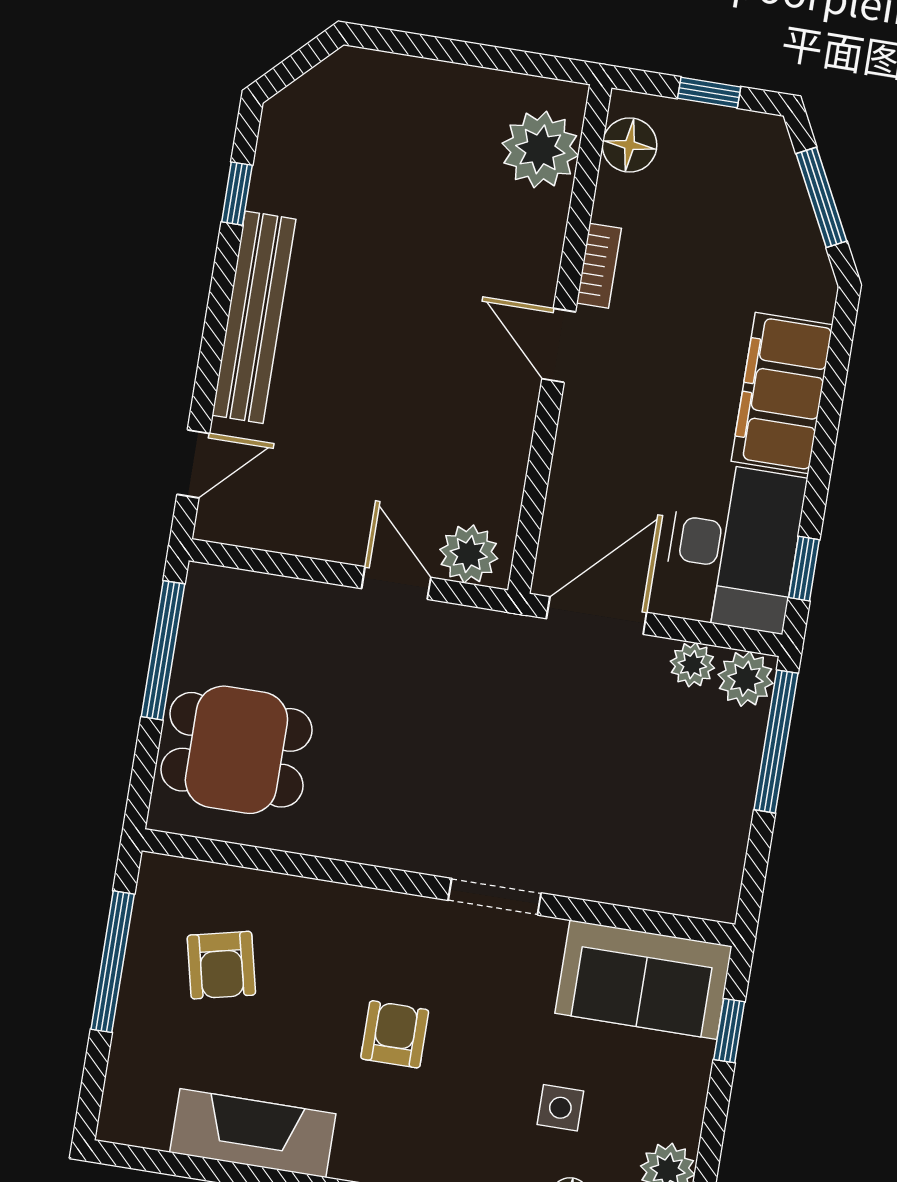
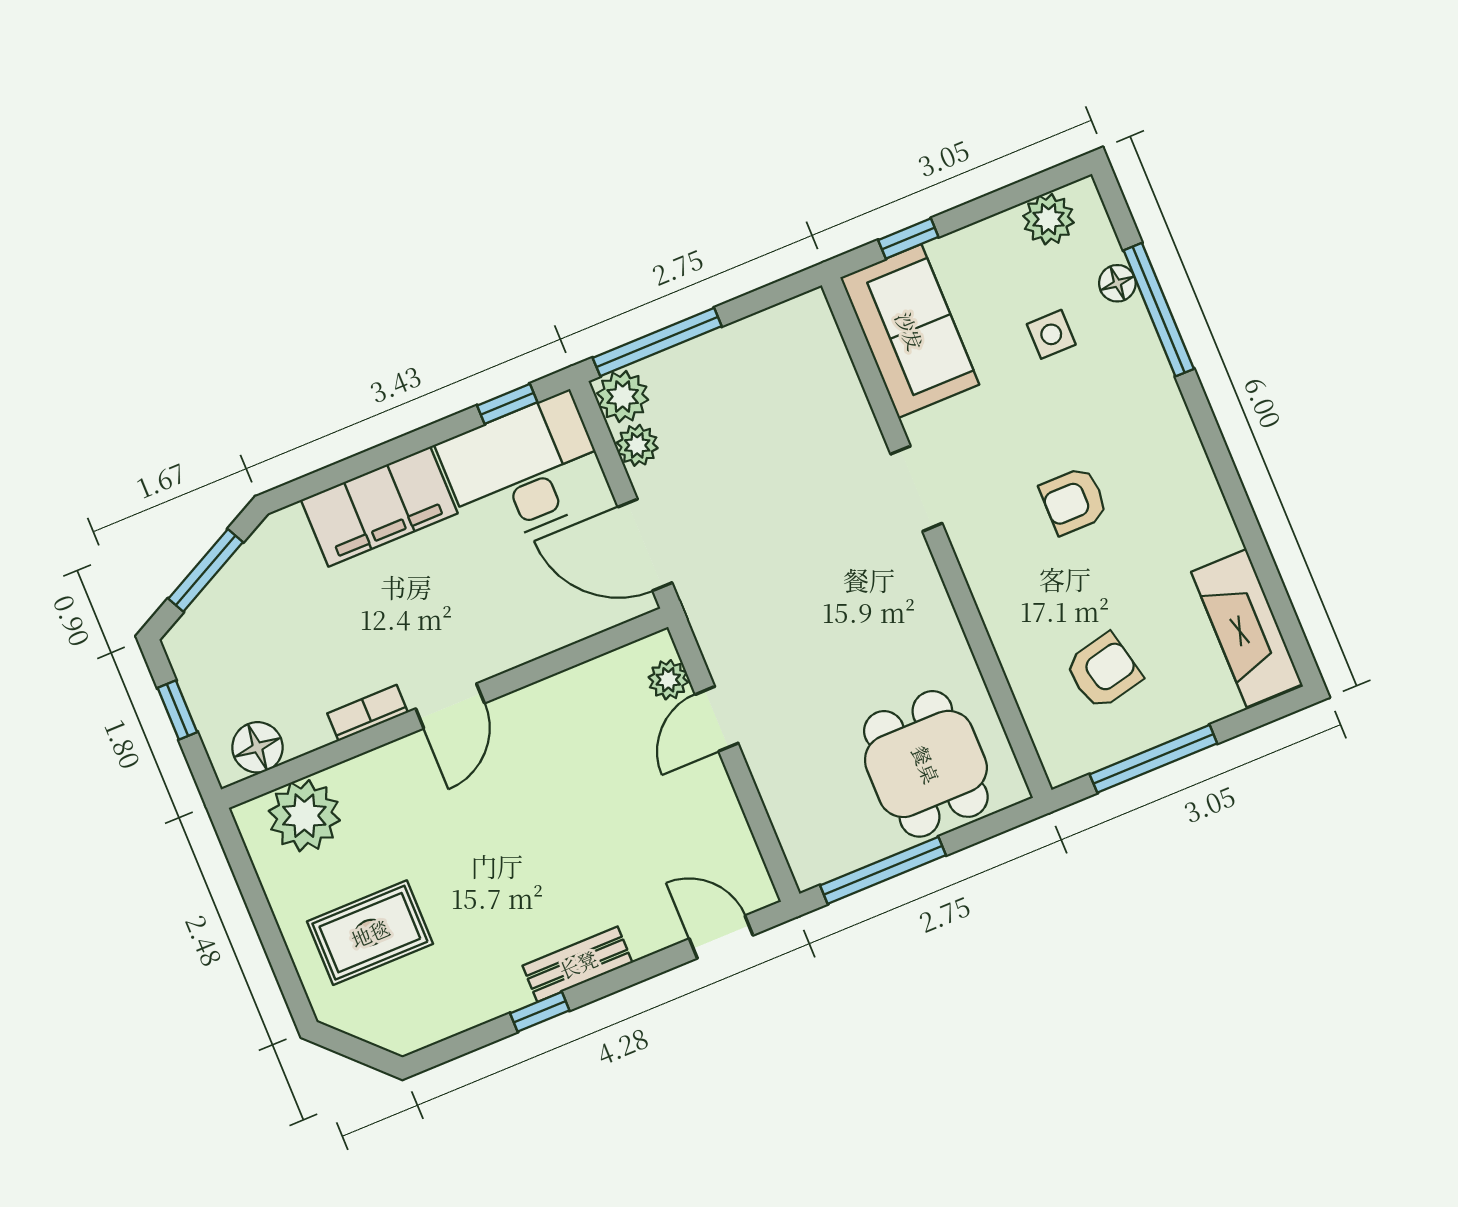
rug: (396, 144) -> (370, 933), added
window: (237, 194) -> (540, 1012), moved
bench: (254, 317) -> (578, 964), width x0.54, depth x0.82
plant: (469, 554) -> (668, 680), width x0.73, depth x0.73
fireplace: (253, 1133) -> (1247, 628), moved

